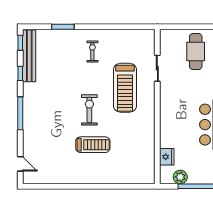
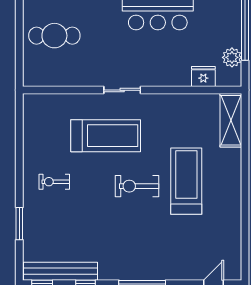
sliding door: (157, 68) -> (122, 90), moved
treadmill: (93, 145) -> (186, 181), width x1.37, depth x1.38
shelving: (136, 176) -> (231, 120), added

